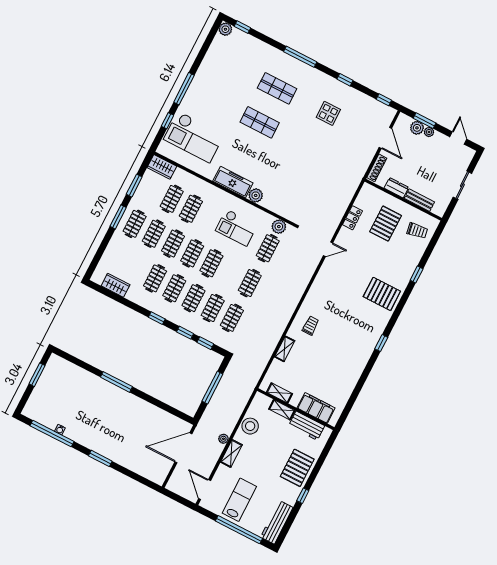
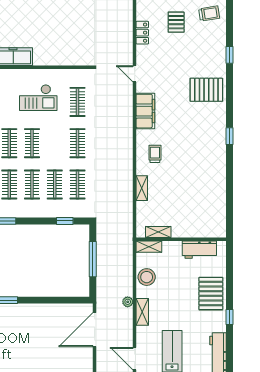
plant: (256, 195) -> (41, 58), removed
pallet: (386, 224) -> (176, 22), width x0.67, depth x0.71
plant: (279, 227) -> (77, 76), removed
door: (328, 249) -> (135, 74), swing flipped
window: (185, 333) -> (41, 221), removed
filing cabinet: (316, 408) -> (145, 111), moved, turned 90
shelving: (282, 410) -> (149, 247), moved

